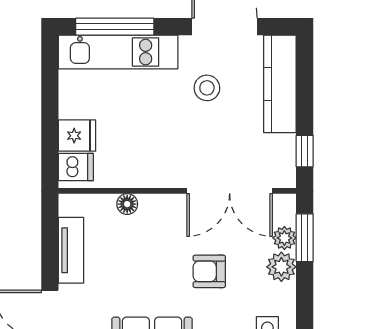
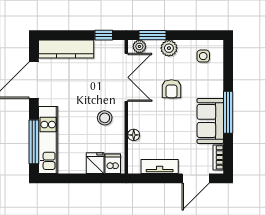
stool: (207, 88) -> (105, 118), moved
plant: (284, 238) -> (139, 46), moved

